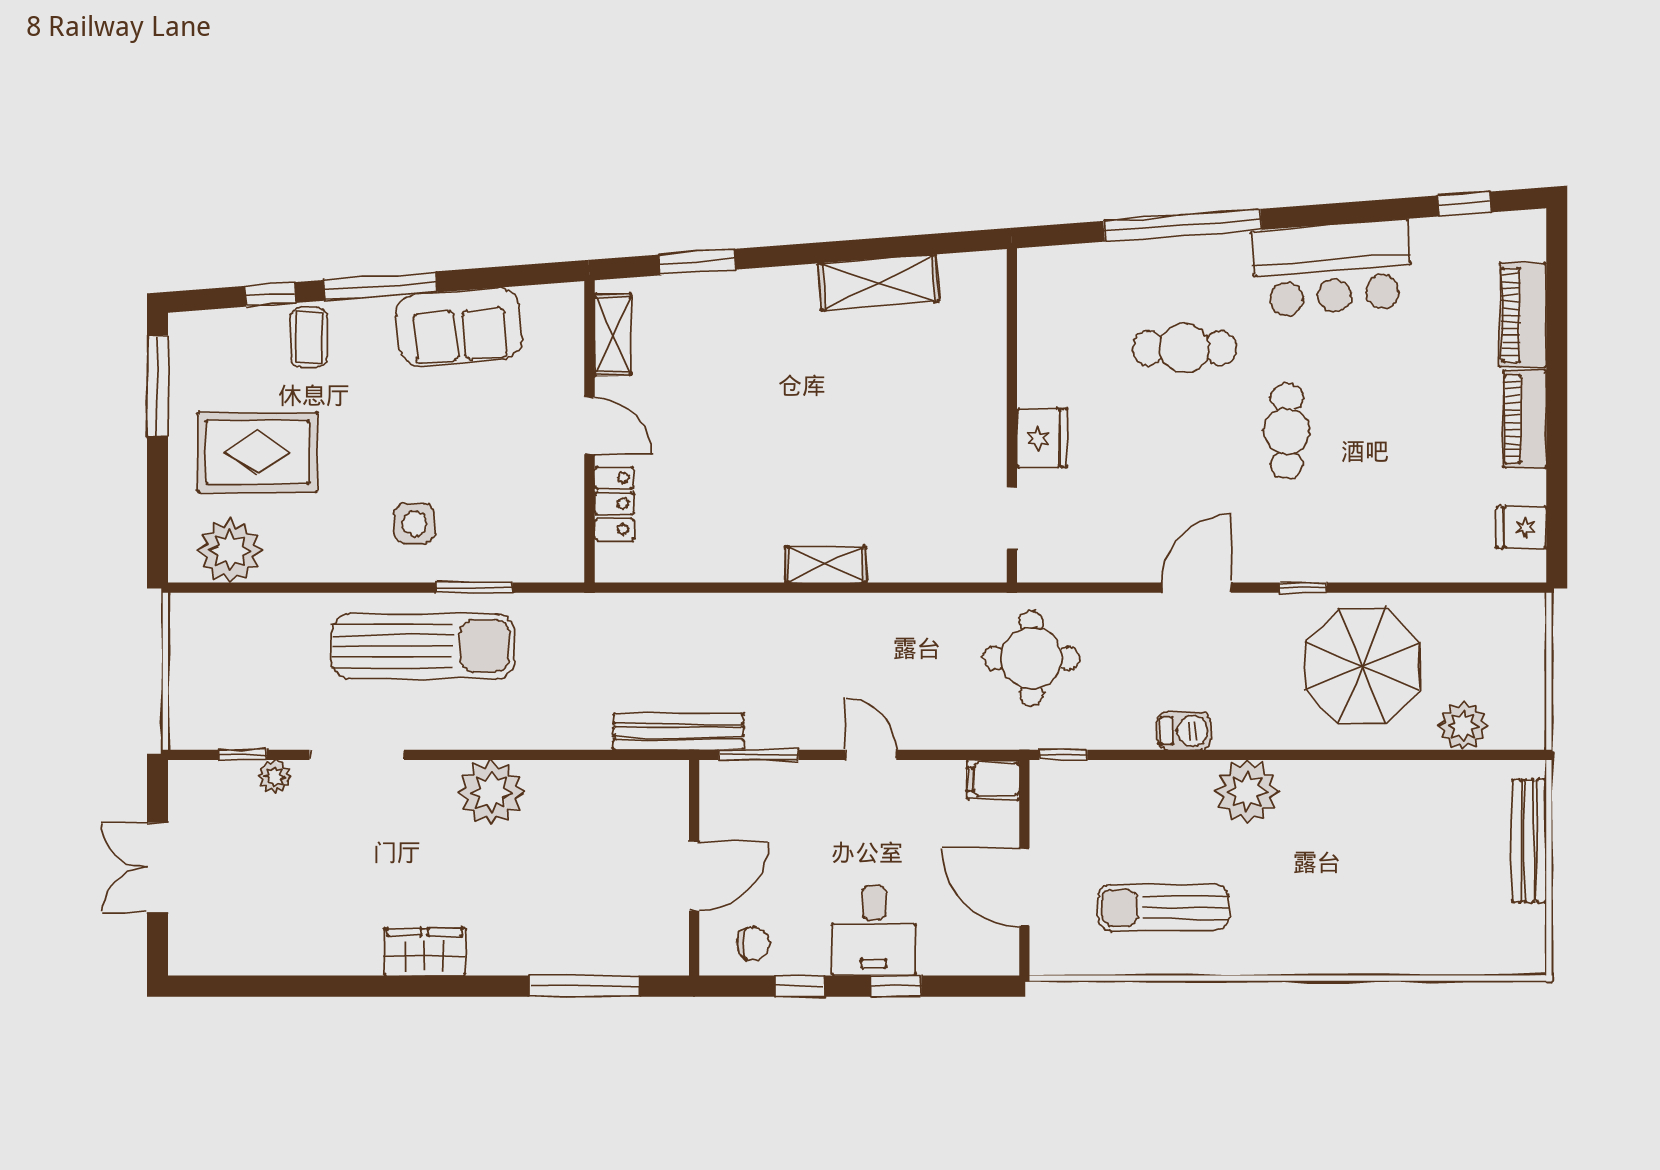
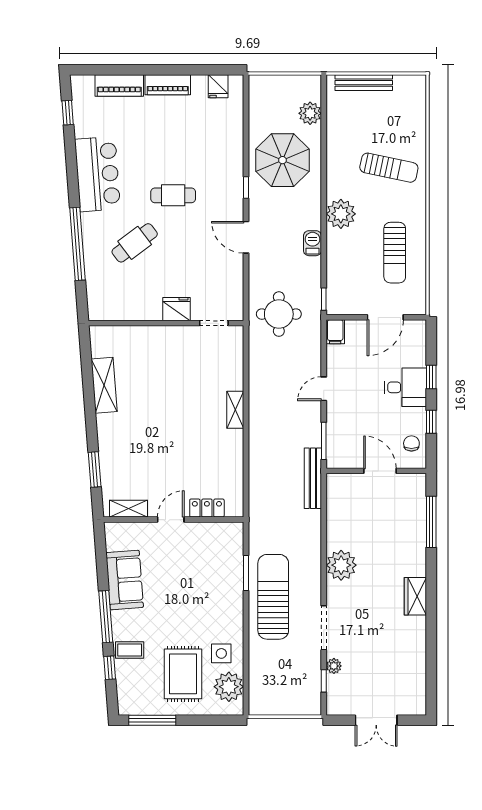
cafe table: (1184, 348) -> (135, 243), turned 53
side table: (414, 524) -> (221, 653), moved
sun lounger: (1346, 895) -> (389, 168), added

